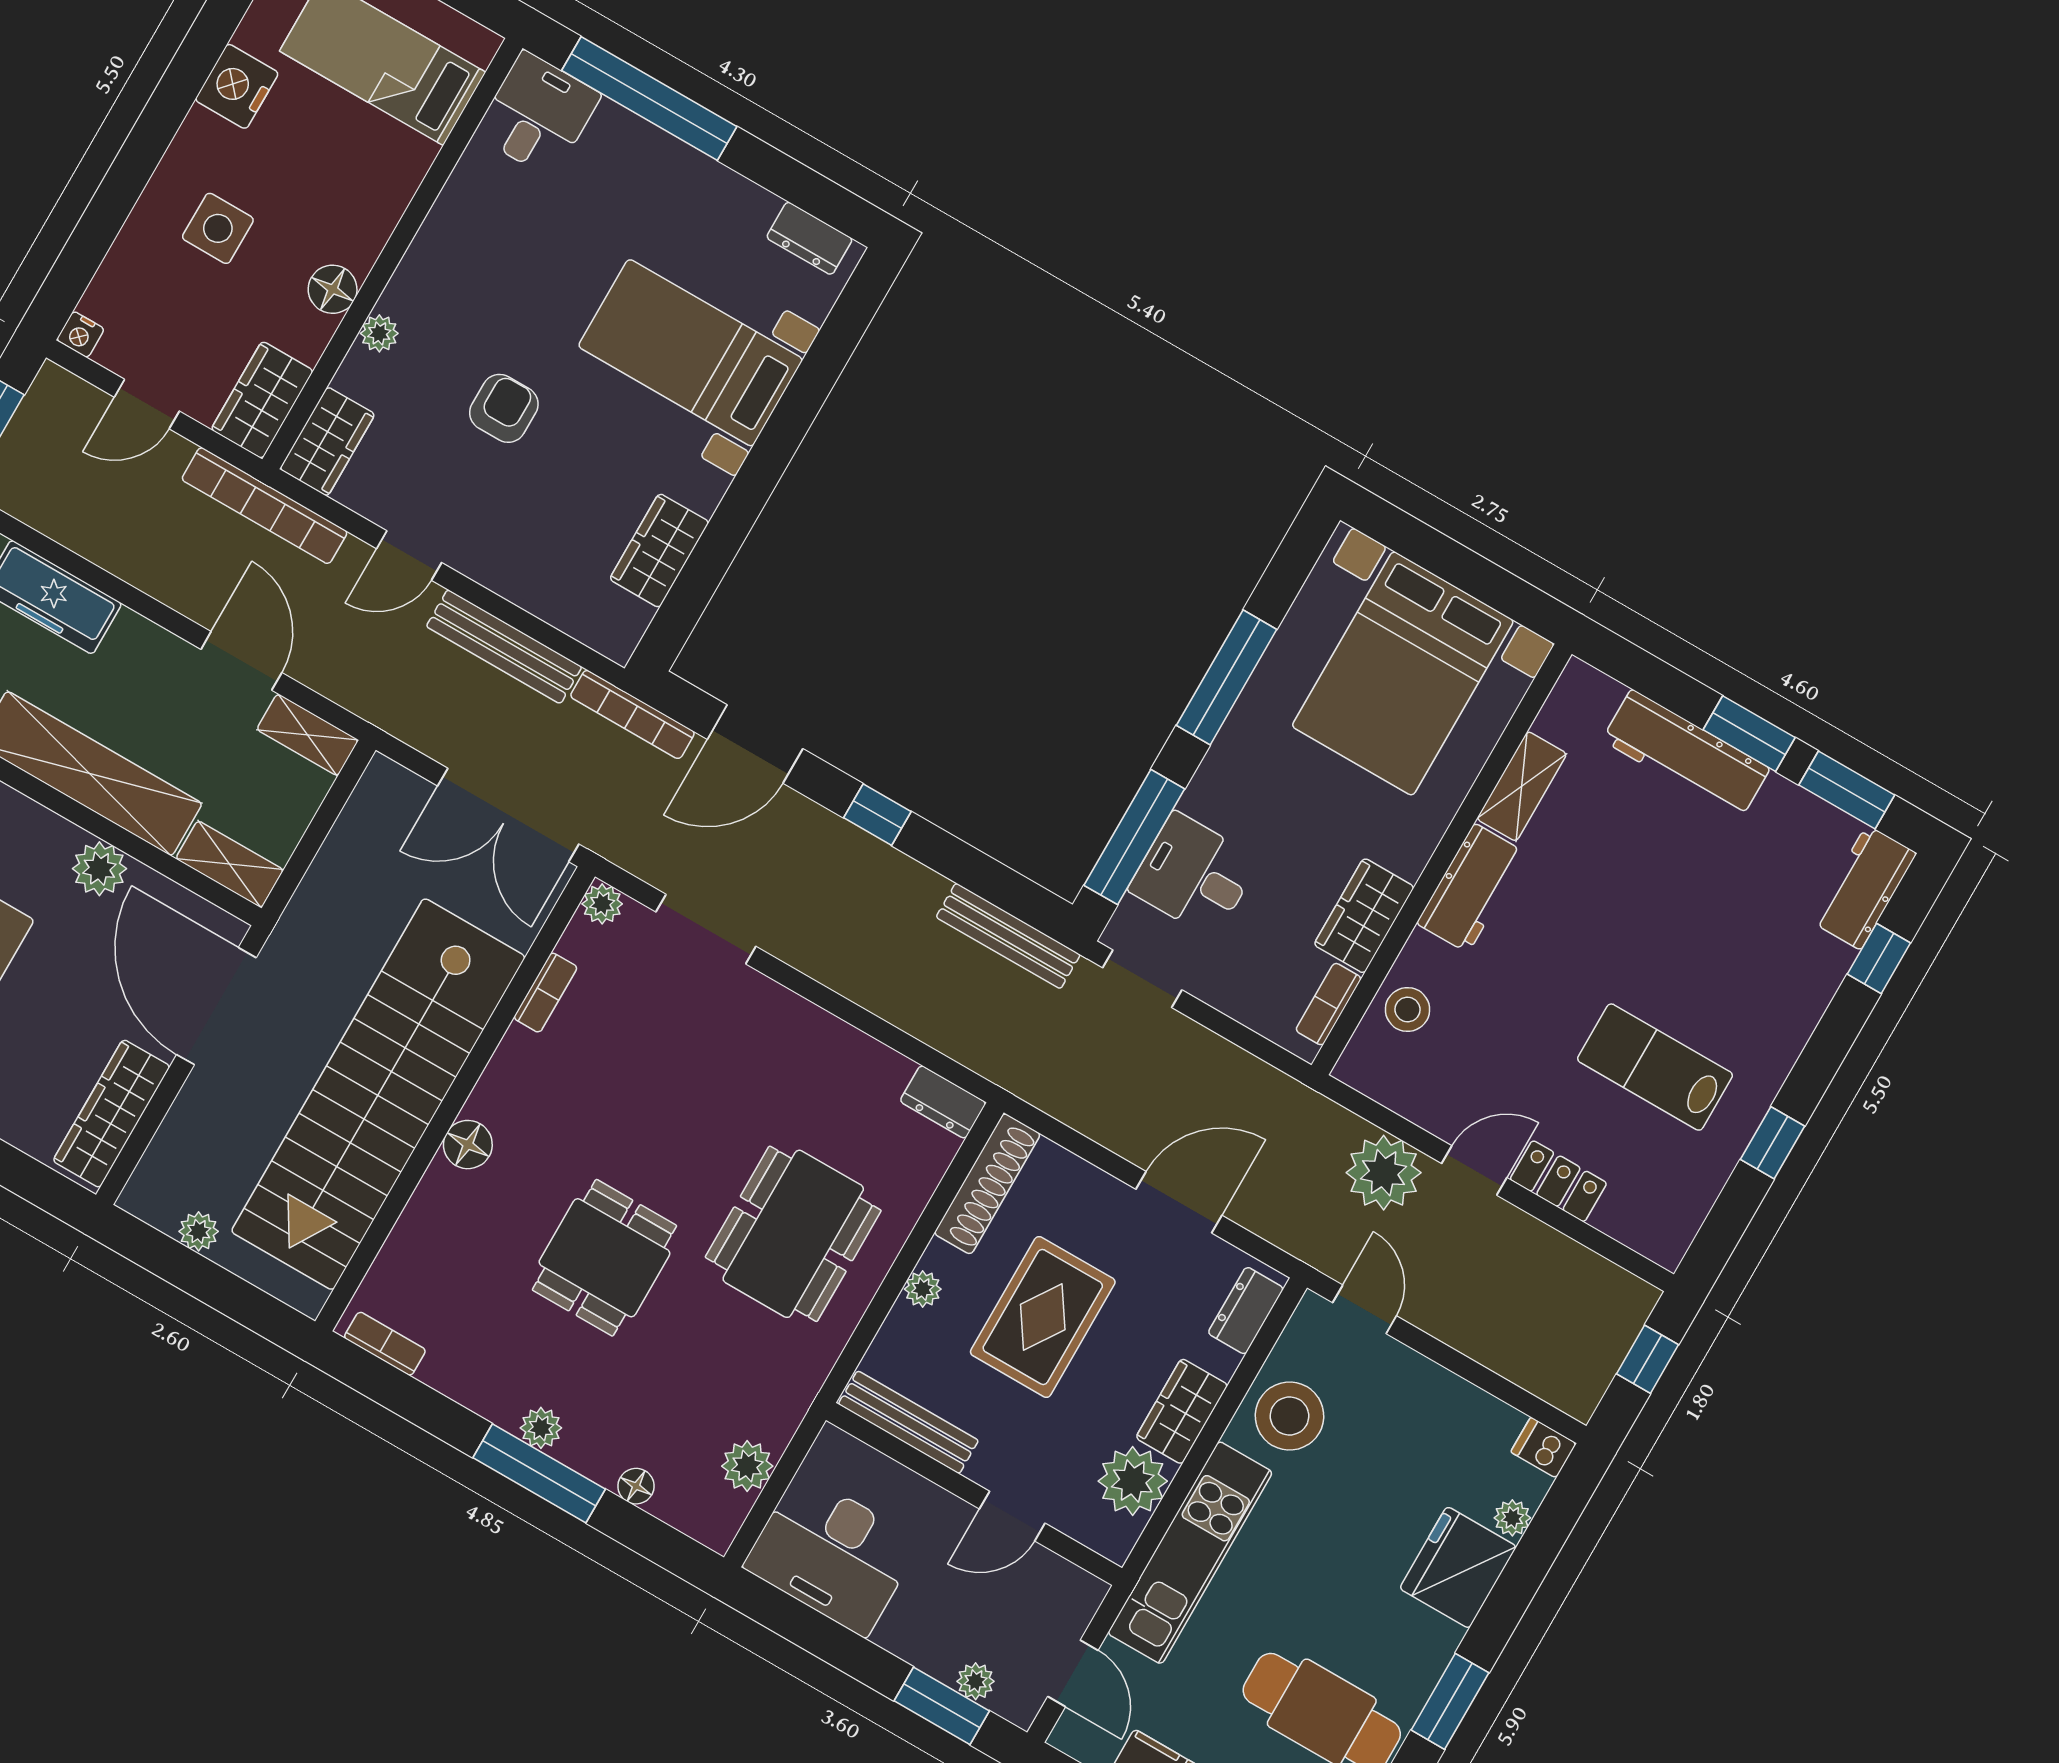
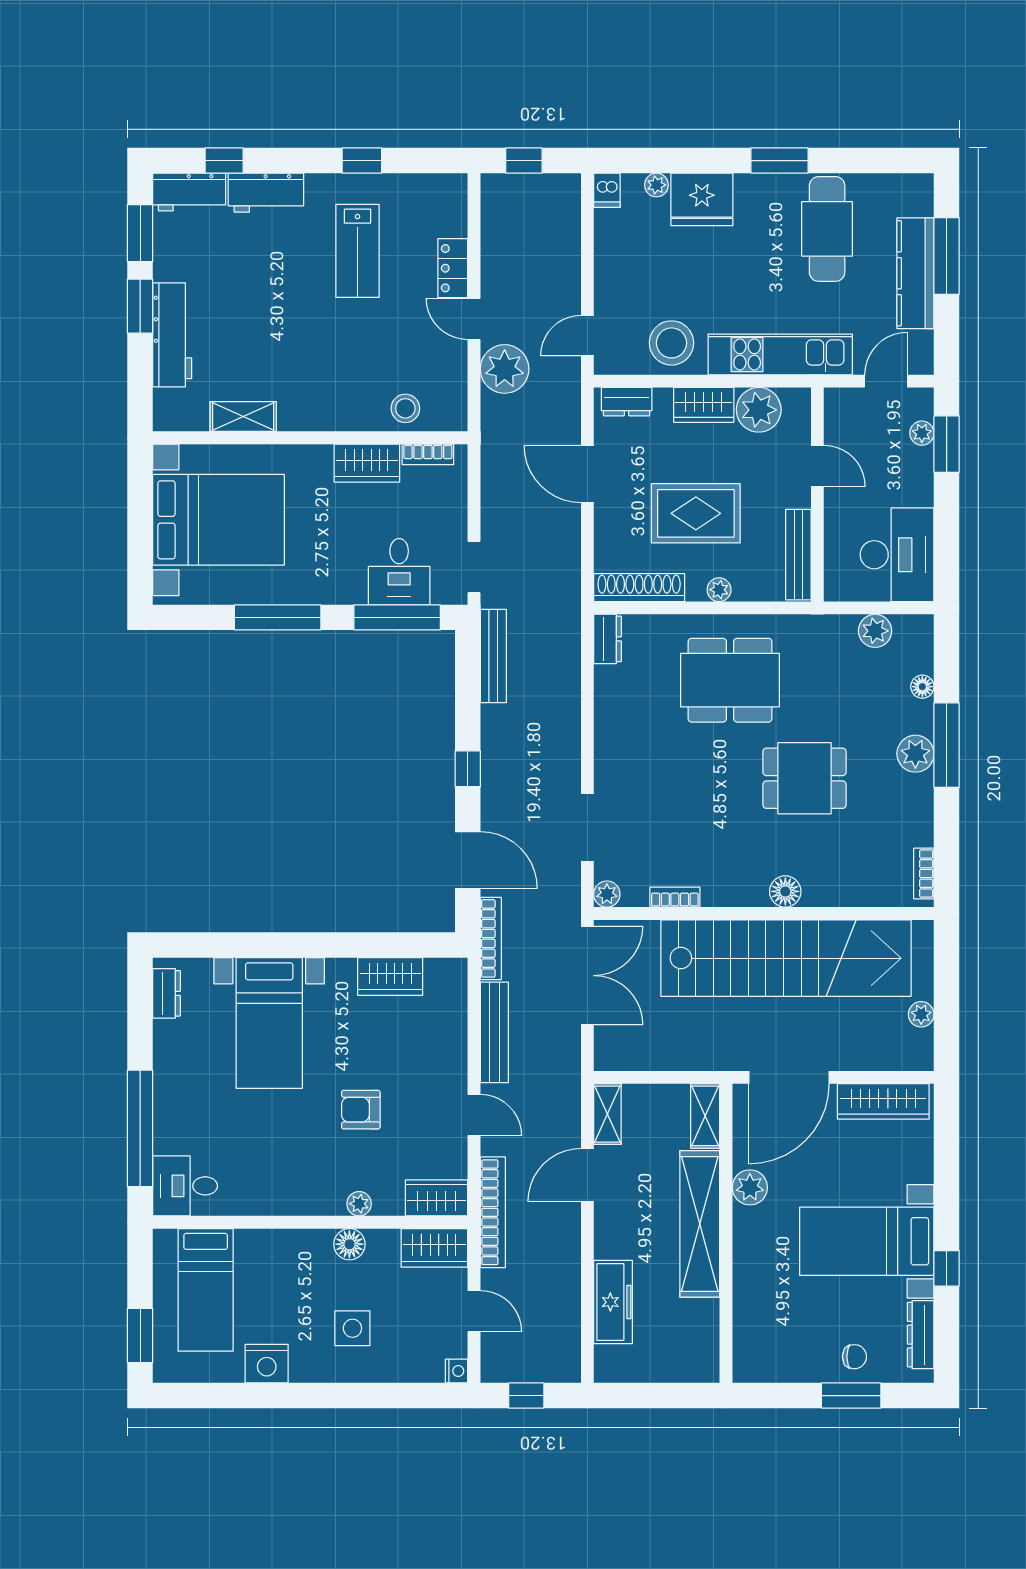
workbench: (1471, 888) -> (266, 193), moved, turned 180
plant: (541, 1428) -> (915, 754), width x1.38, depth x1.38

